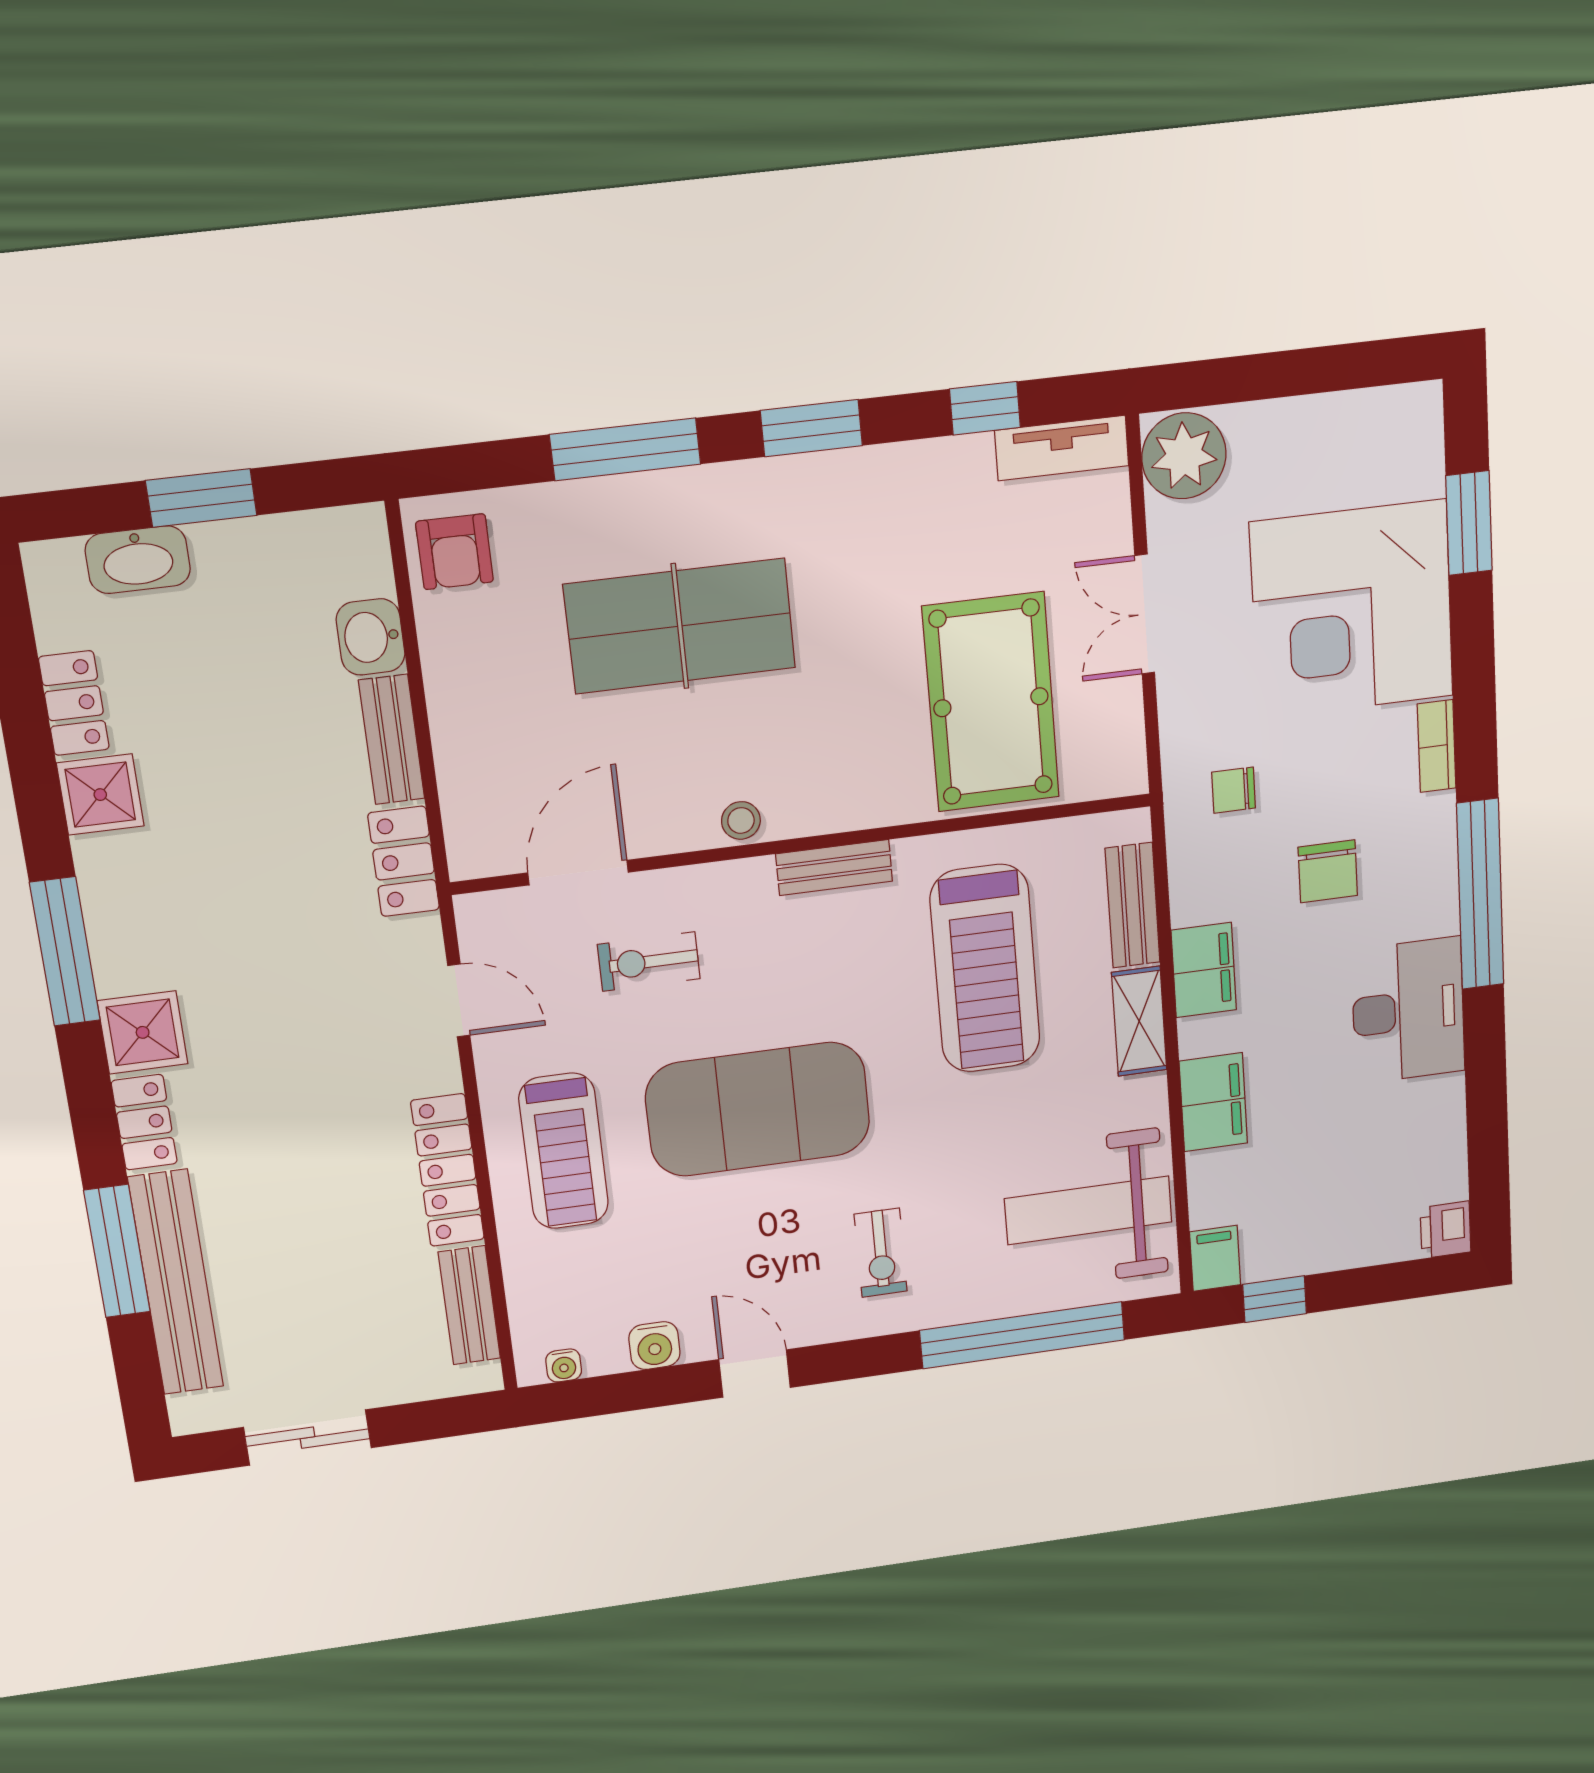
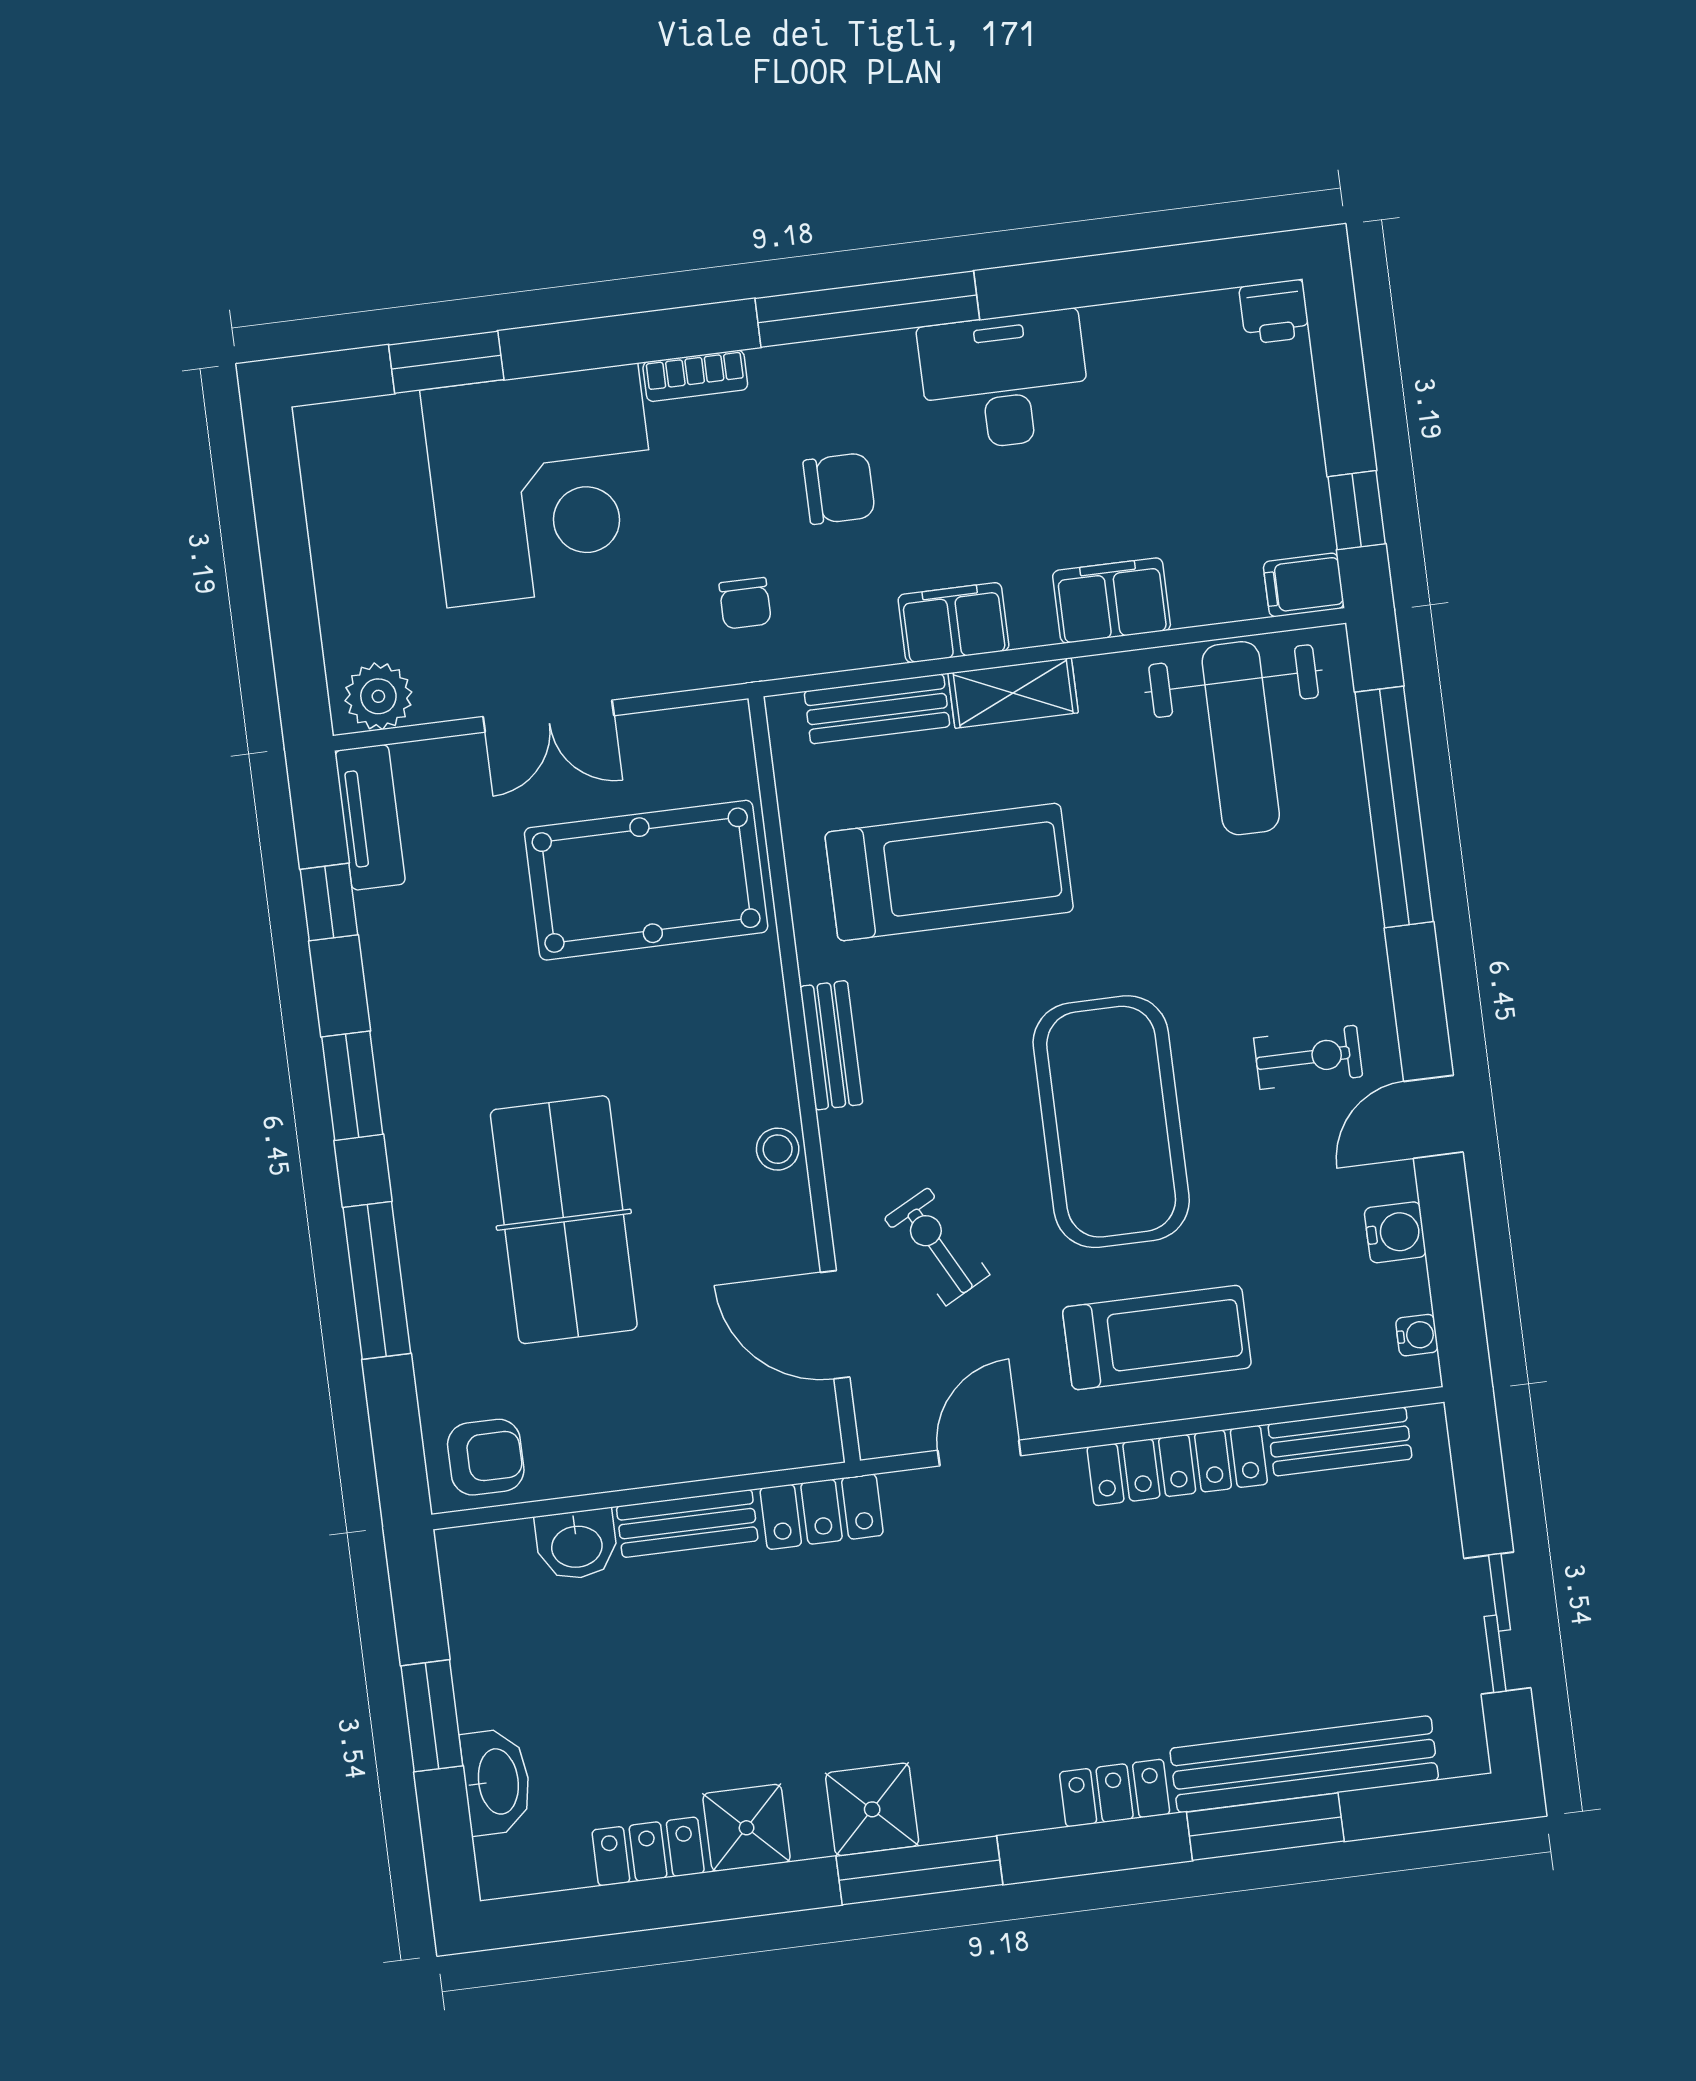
plant: (1184, 456) -> (378, 696), width x0.73, depth x0.73
exercise bike: (649, 962) -> (937, 1246), turned 152
shower: (143, 1032) -> (872, 1809), moved
exercise bike: (881, 1253) -> (1308, 1057), moved

